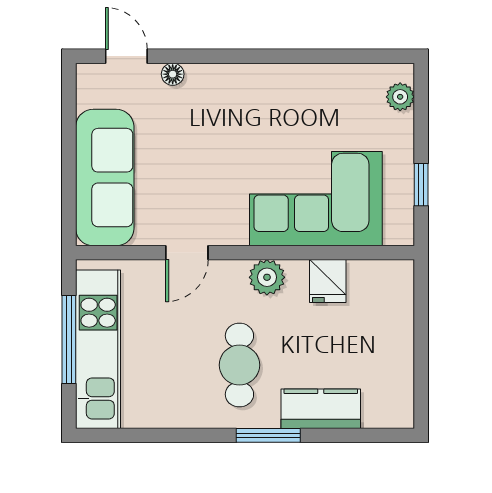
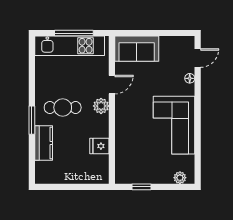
sofa: (105, 178) -> (137, 49), width x0.73
corner sofa: (316, 199) -> (174, 125), moved, turned 180
door: (187, 253) -> (112, 85), swing flipped
plant: (267, 277) -> (101, 106), moved

